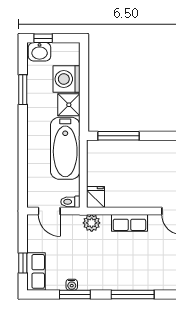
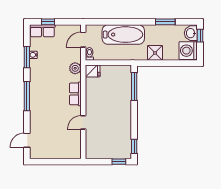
washing machine: (66, 79) -> (188, 51), moved, turned -90
bathtub: (65, 148) -> (123, 35), moved, turned 180

